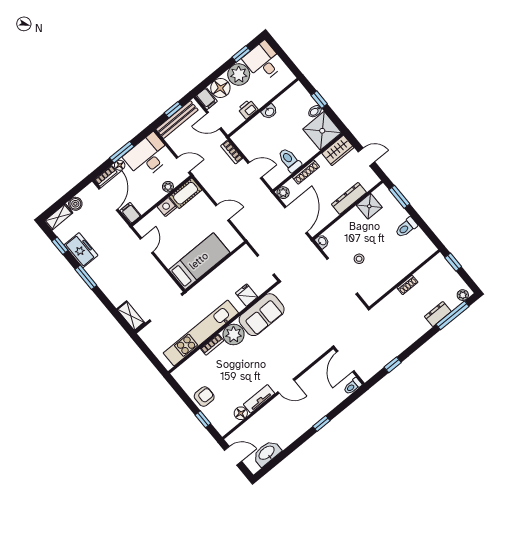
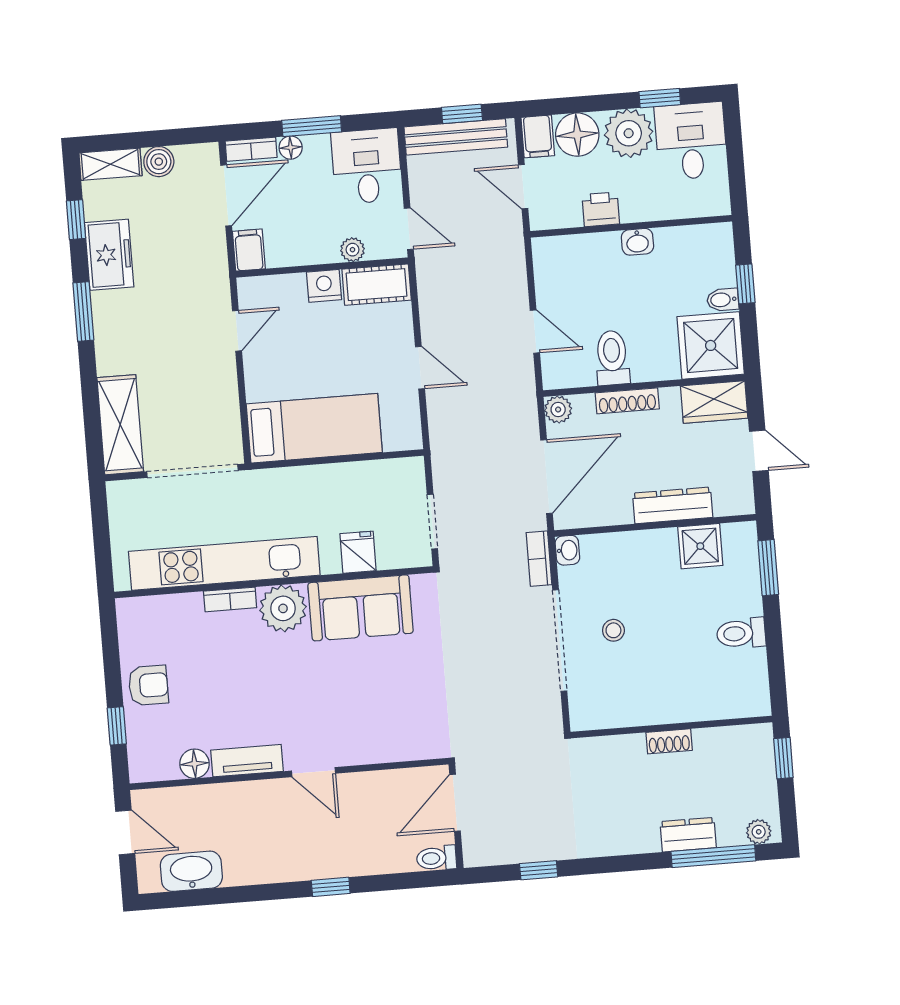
bookcase: (232, 152) -> (539, 559), moved
desk: (148, 156) -> (367, 166), width x0.73
shelving: (131, 316) -> (120, 425), width x1.50, depth x1.33

